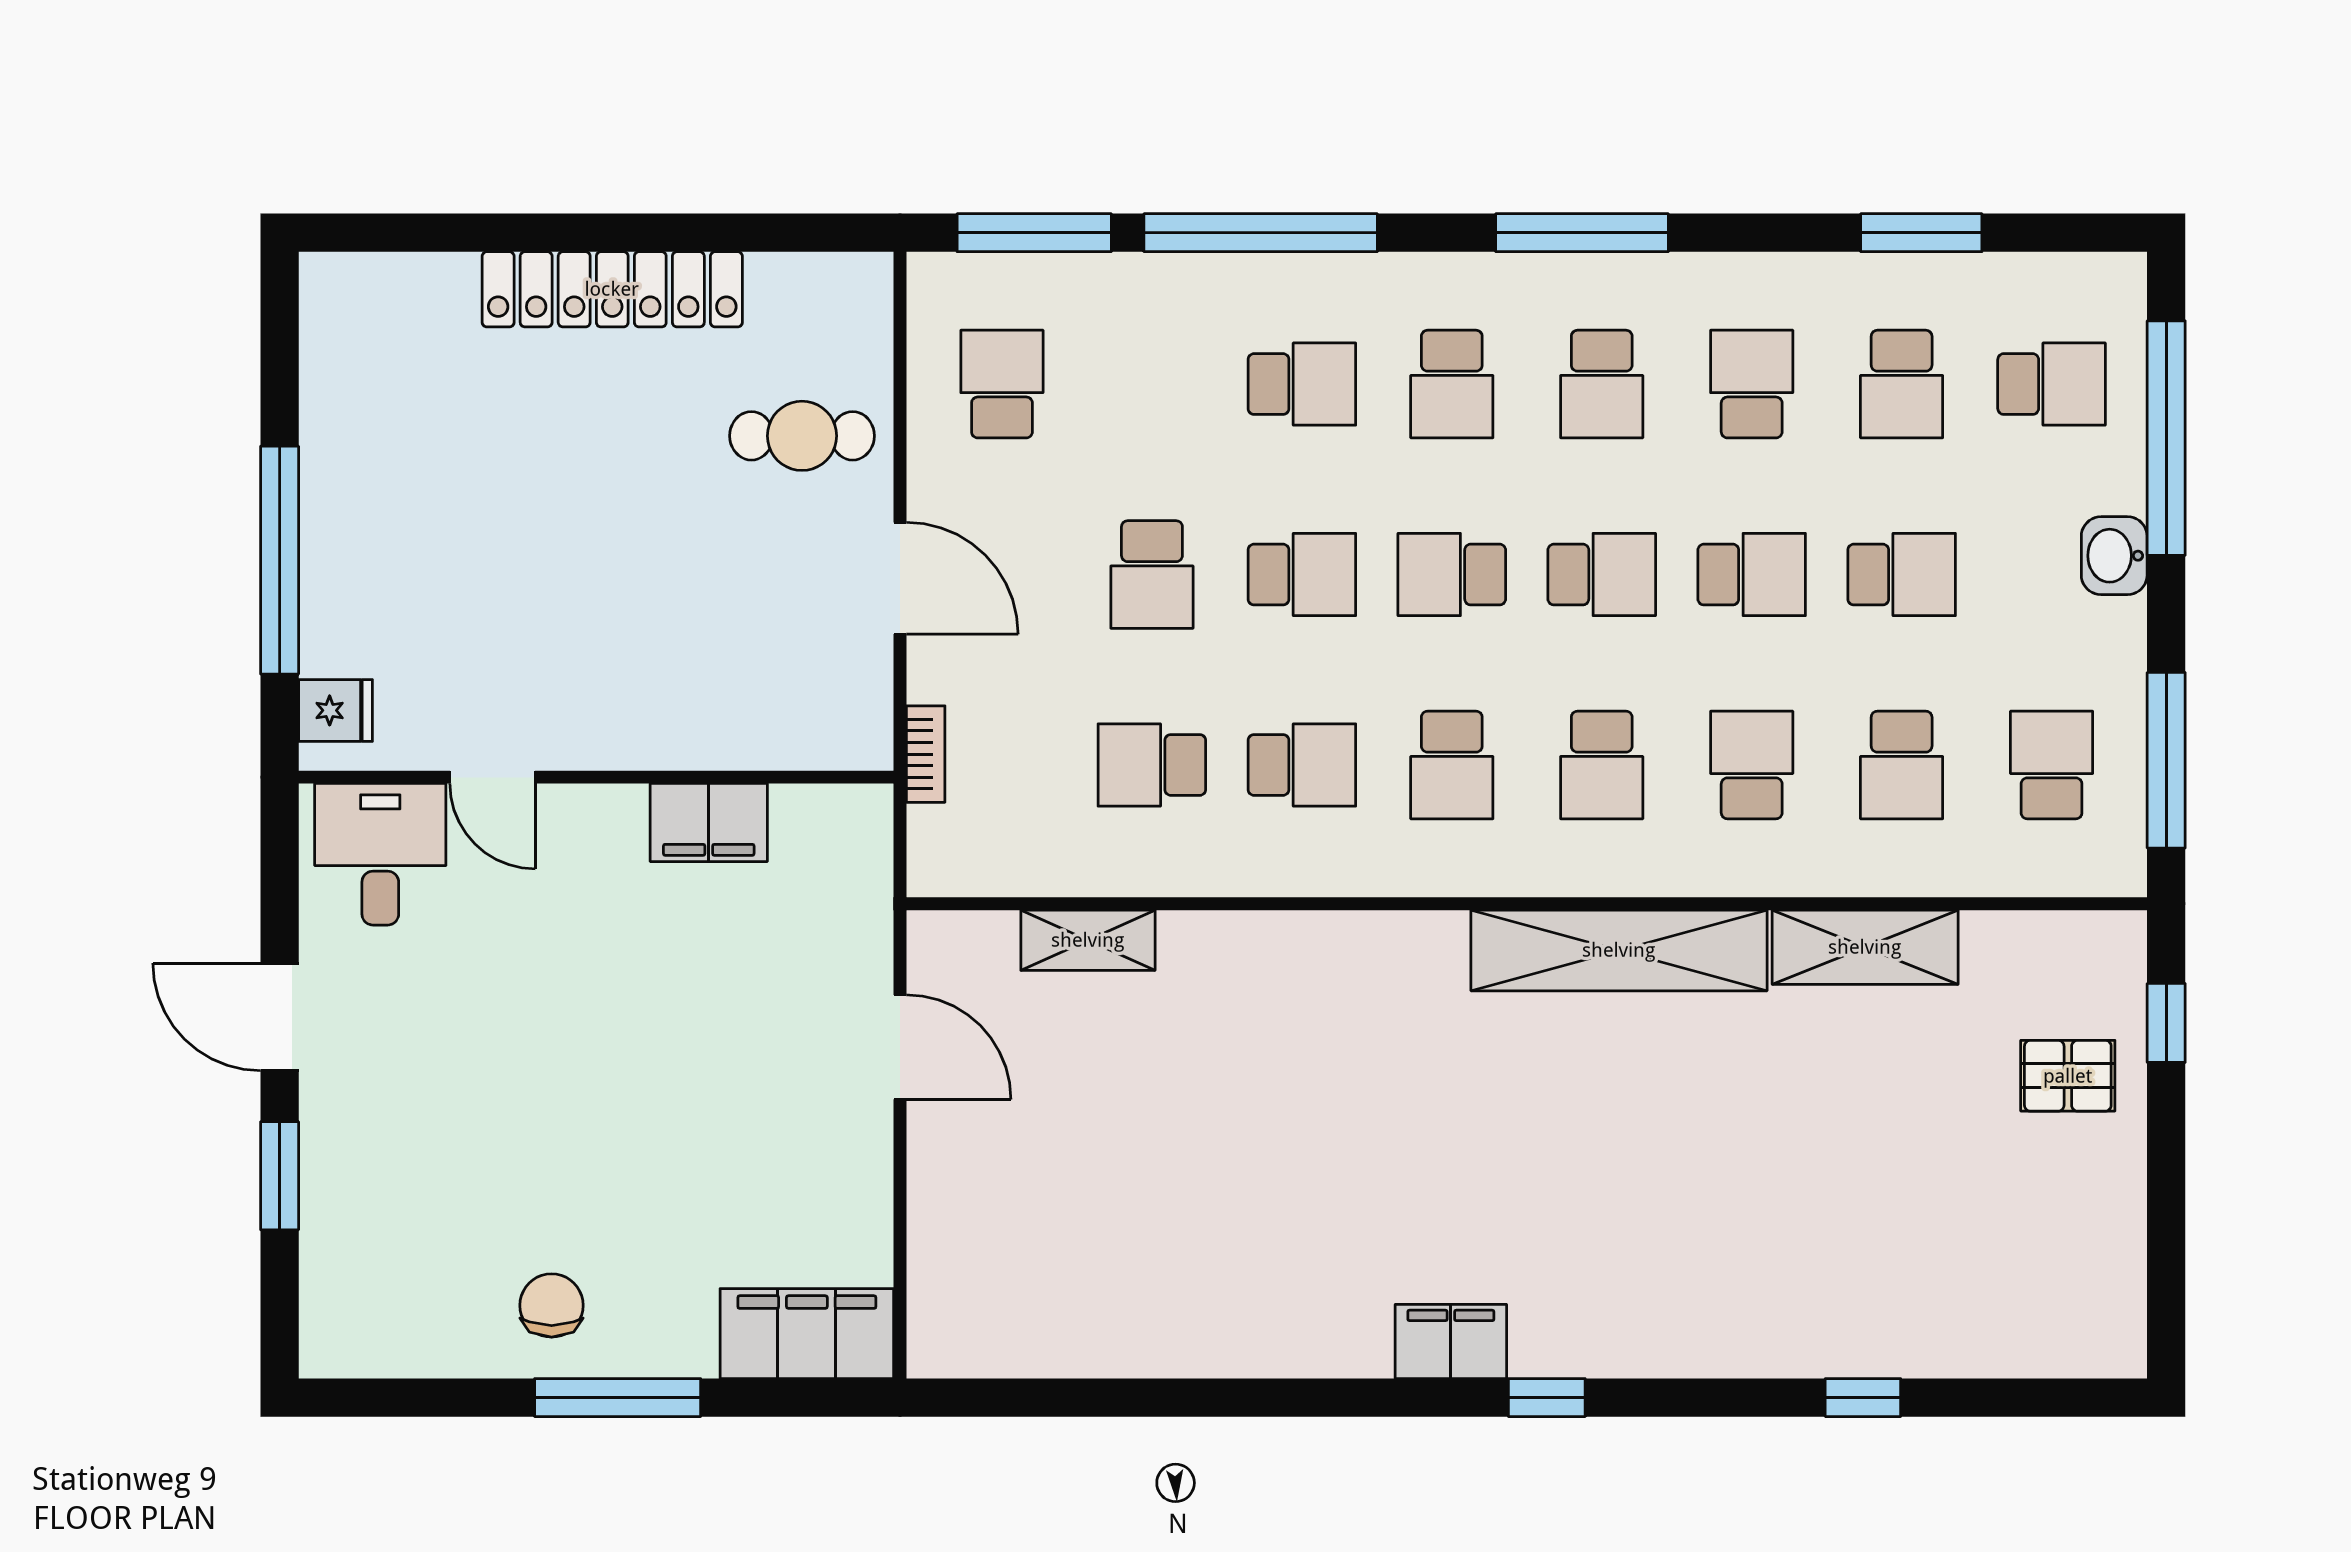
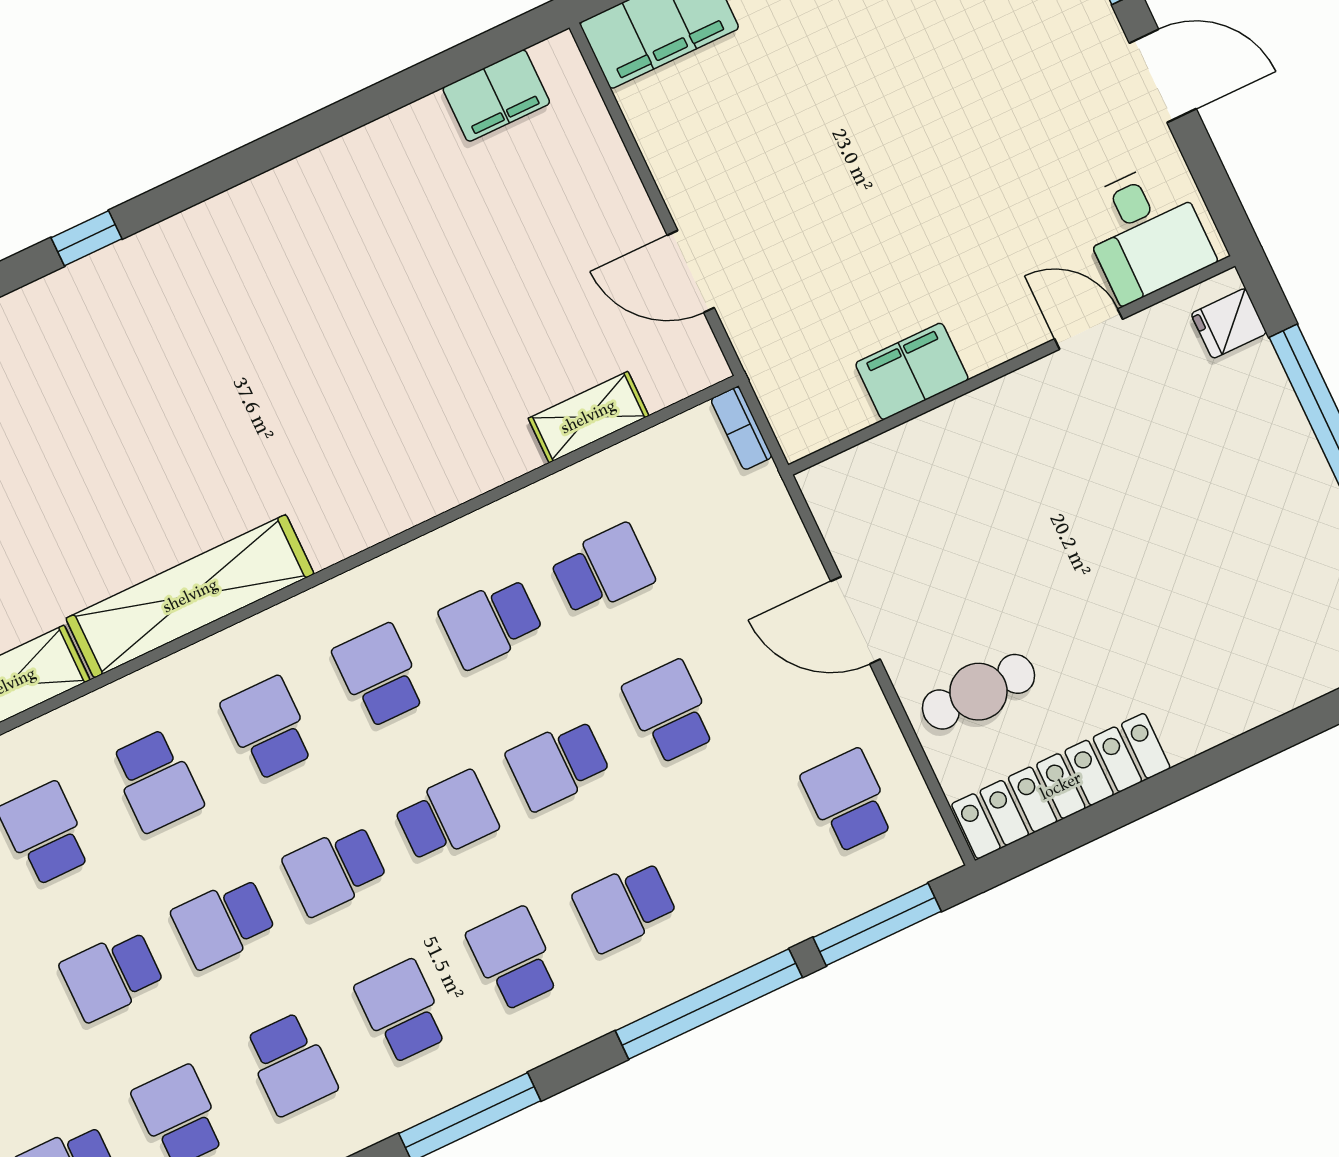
locker: (612, 289) -> (1061, 786), moved
school desk: (1002, 384) -> (848, 801), turned 180
bookcase: (926, 754) -> (741, 428), moved
filing cabinet: (1451, 1341) -> (496, 96), moved

